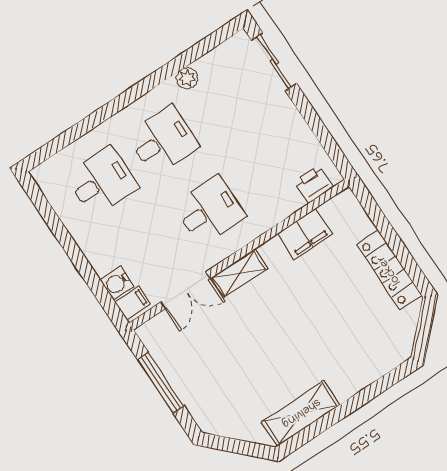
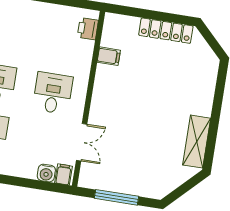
filing cabinet: (305, 234) -> (109, 56), width x0.50
shelving: (239, 273) -> (98, 107), removed

